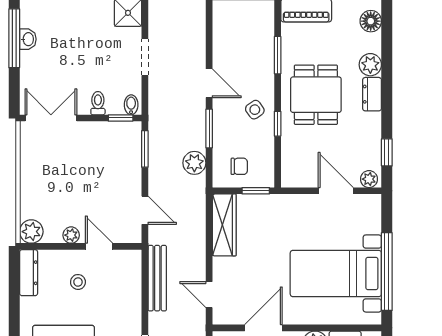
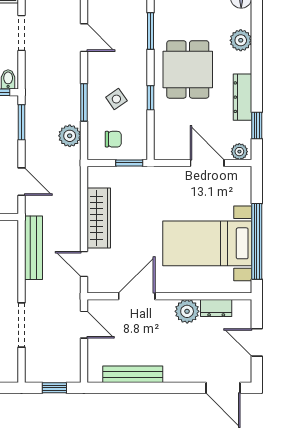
door: (209, 83) -> (84, 38), moved
dresser: (372, 94) -> (242, 97), moved, width x1.44
side table: (255, 110) -> (116, 99), moved
wardrobe: (224, 225) -> (99, 218), moved

